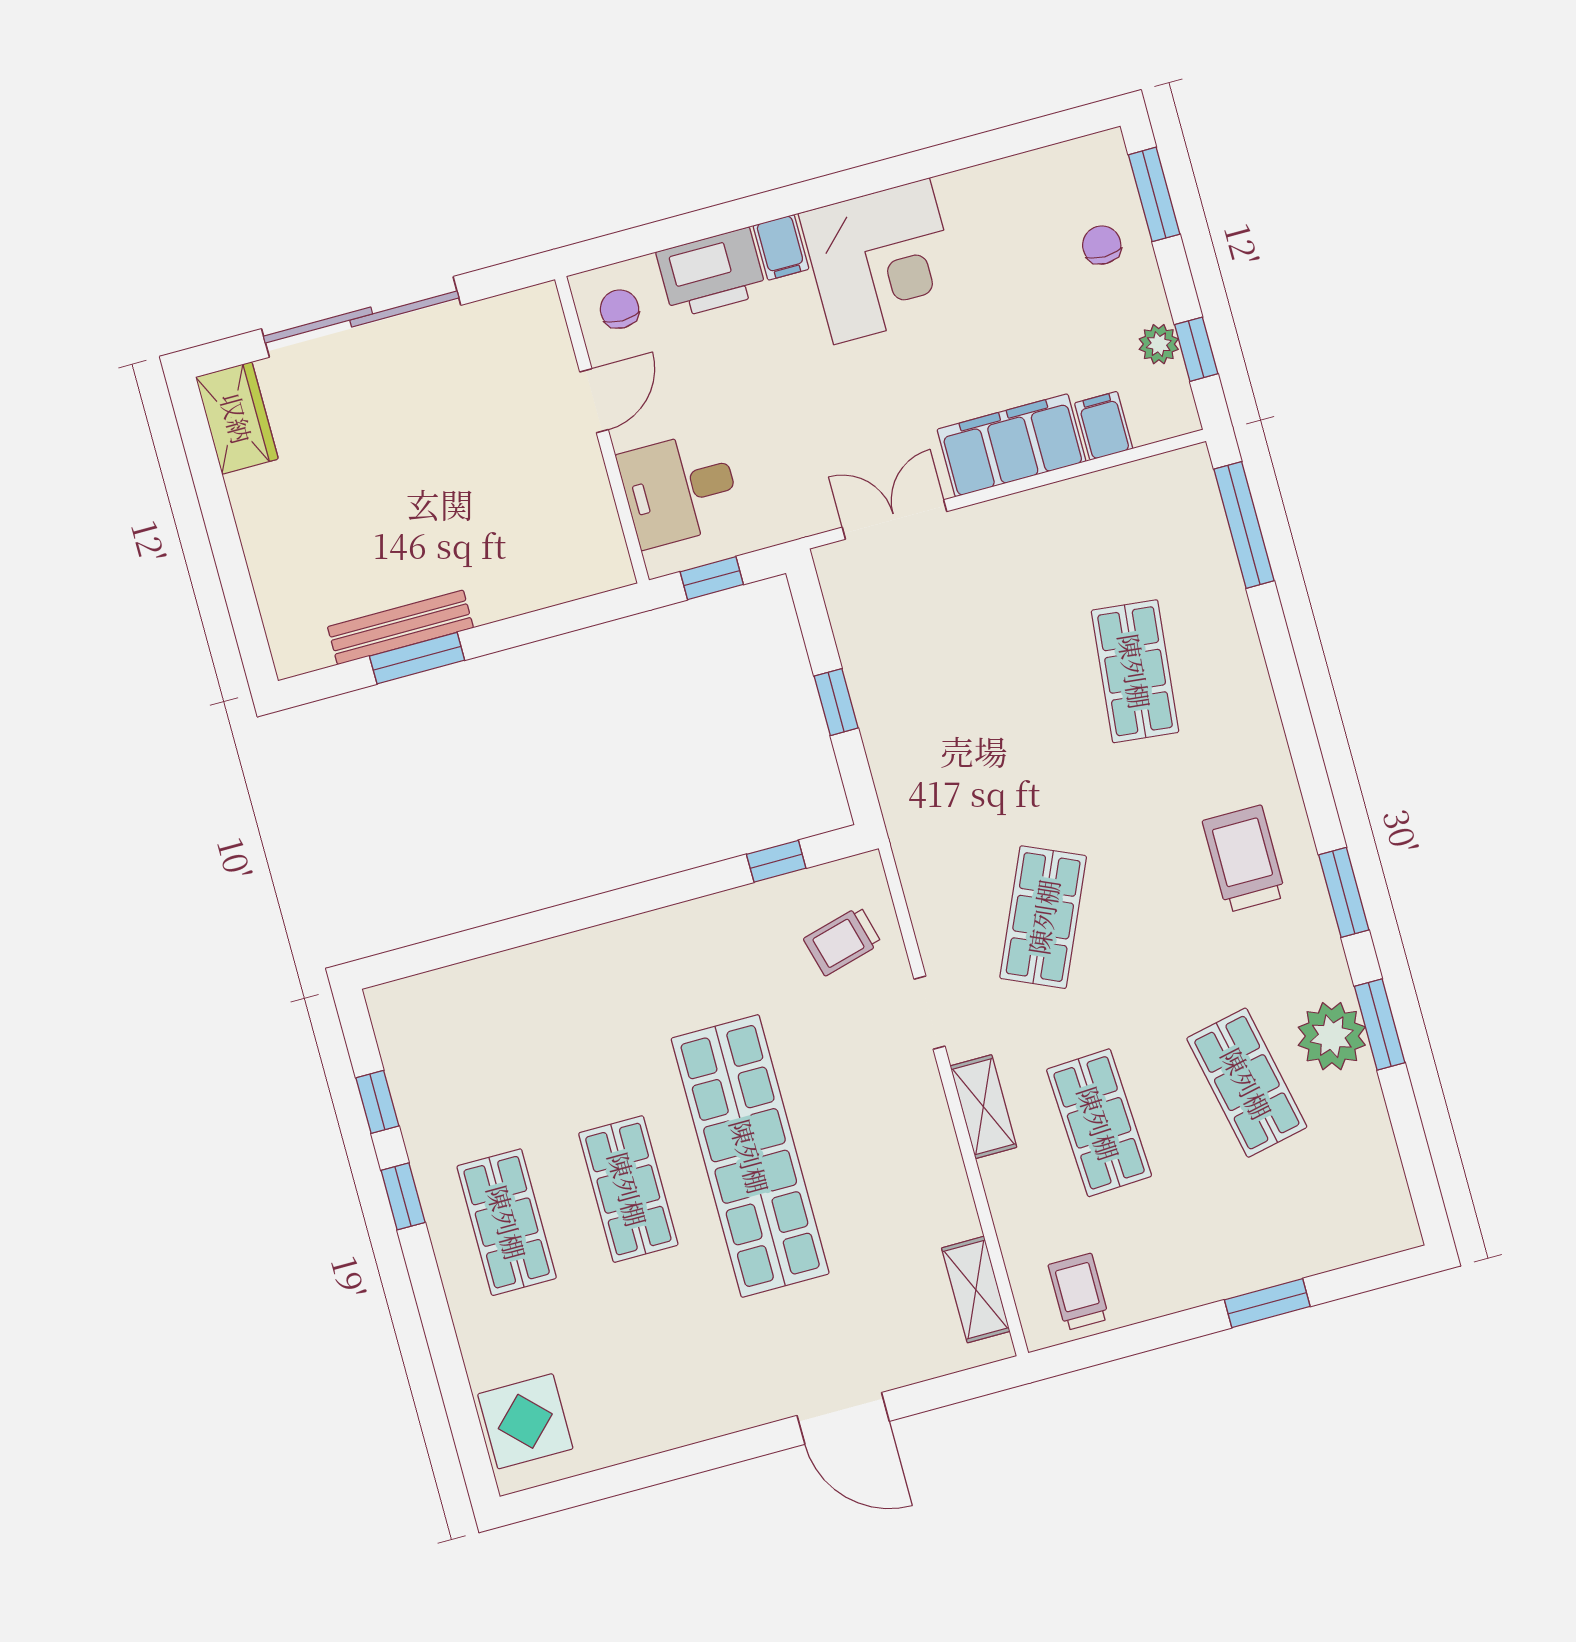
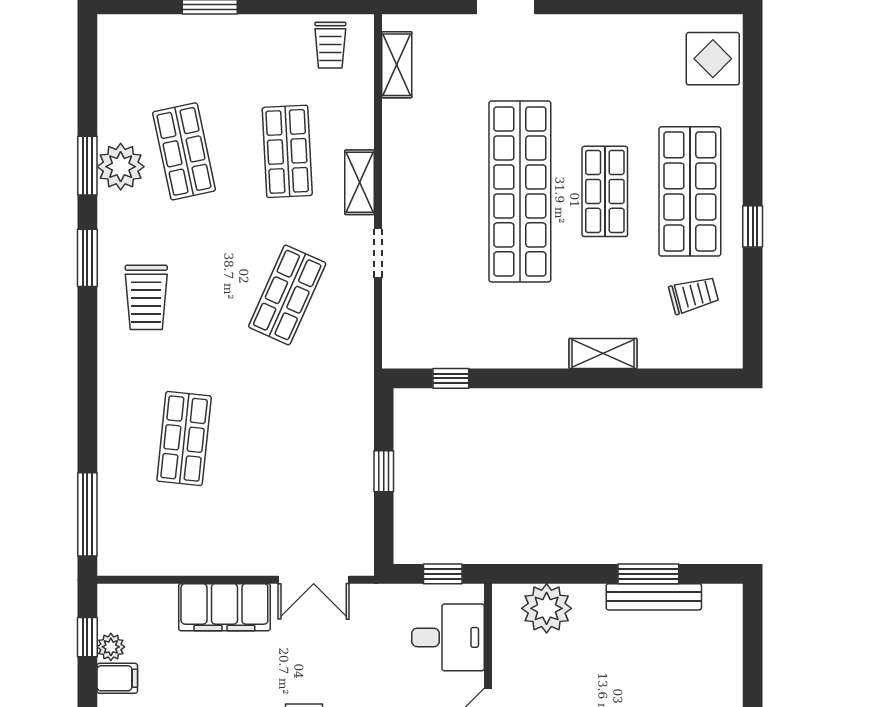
filing cabinet: (1104, 426) -> (117, 678), moved, turned -90
plant: (550, 569) -> (547, 608), added
trolley: (842, 941) -> (694, 295), moved
shelving: (568, 956) -> (603, 353), added
window: (377, 1102) -> (753, 292), removed
shop shelf: (507, 1222) -> (690, 191), width x1.43, depth x1.36

